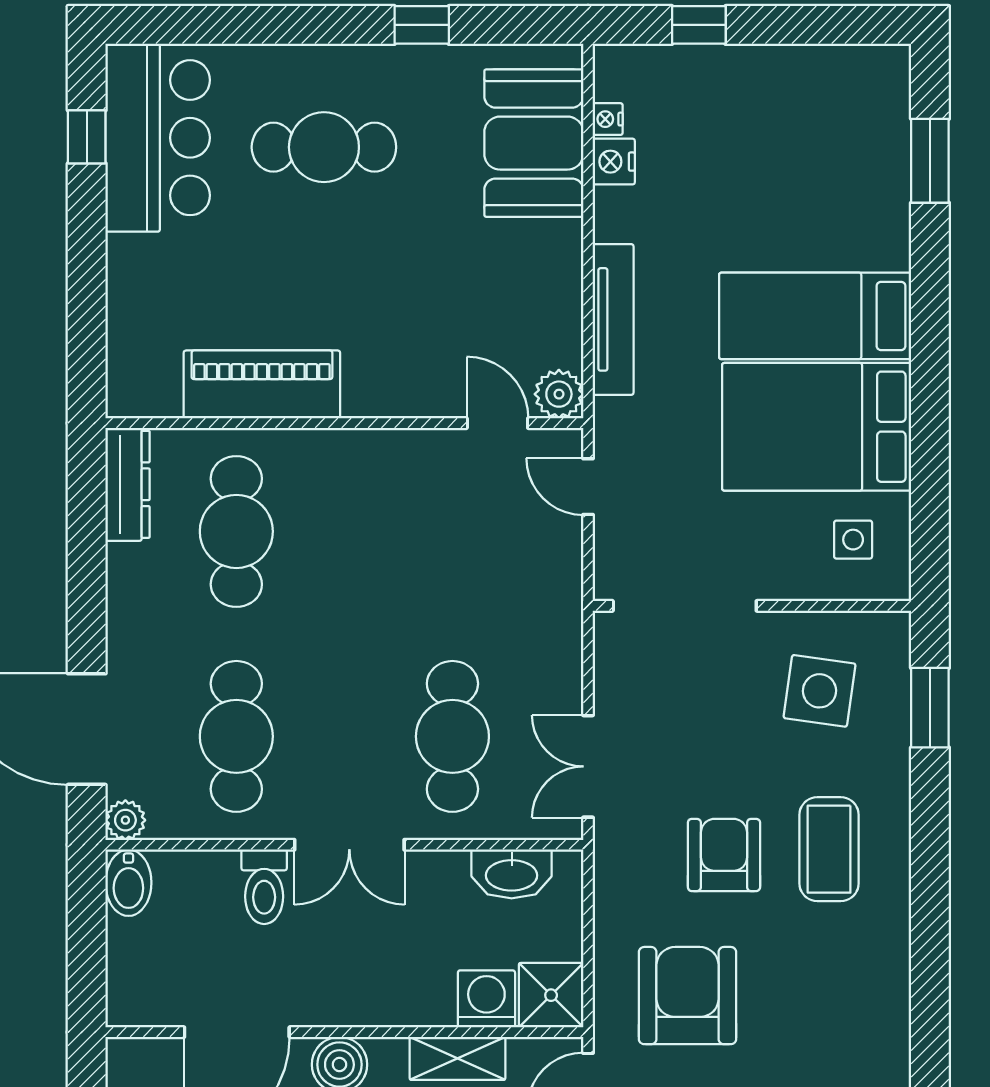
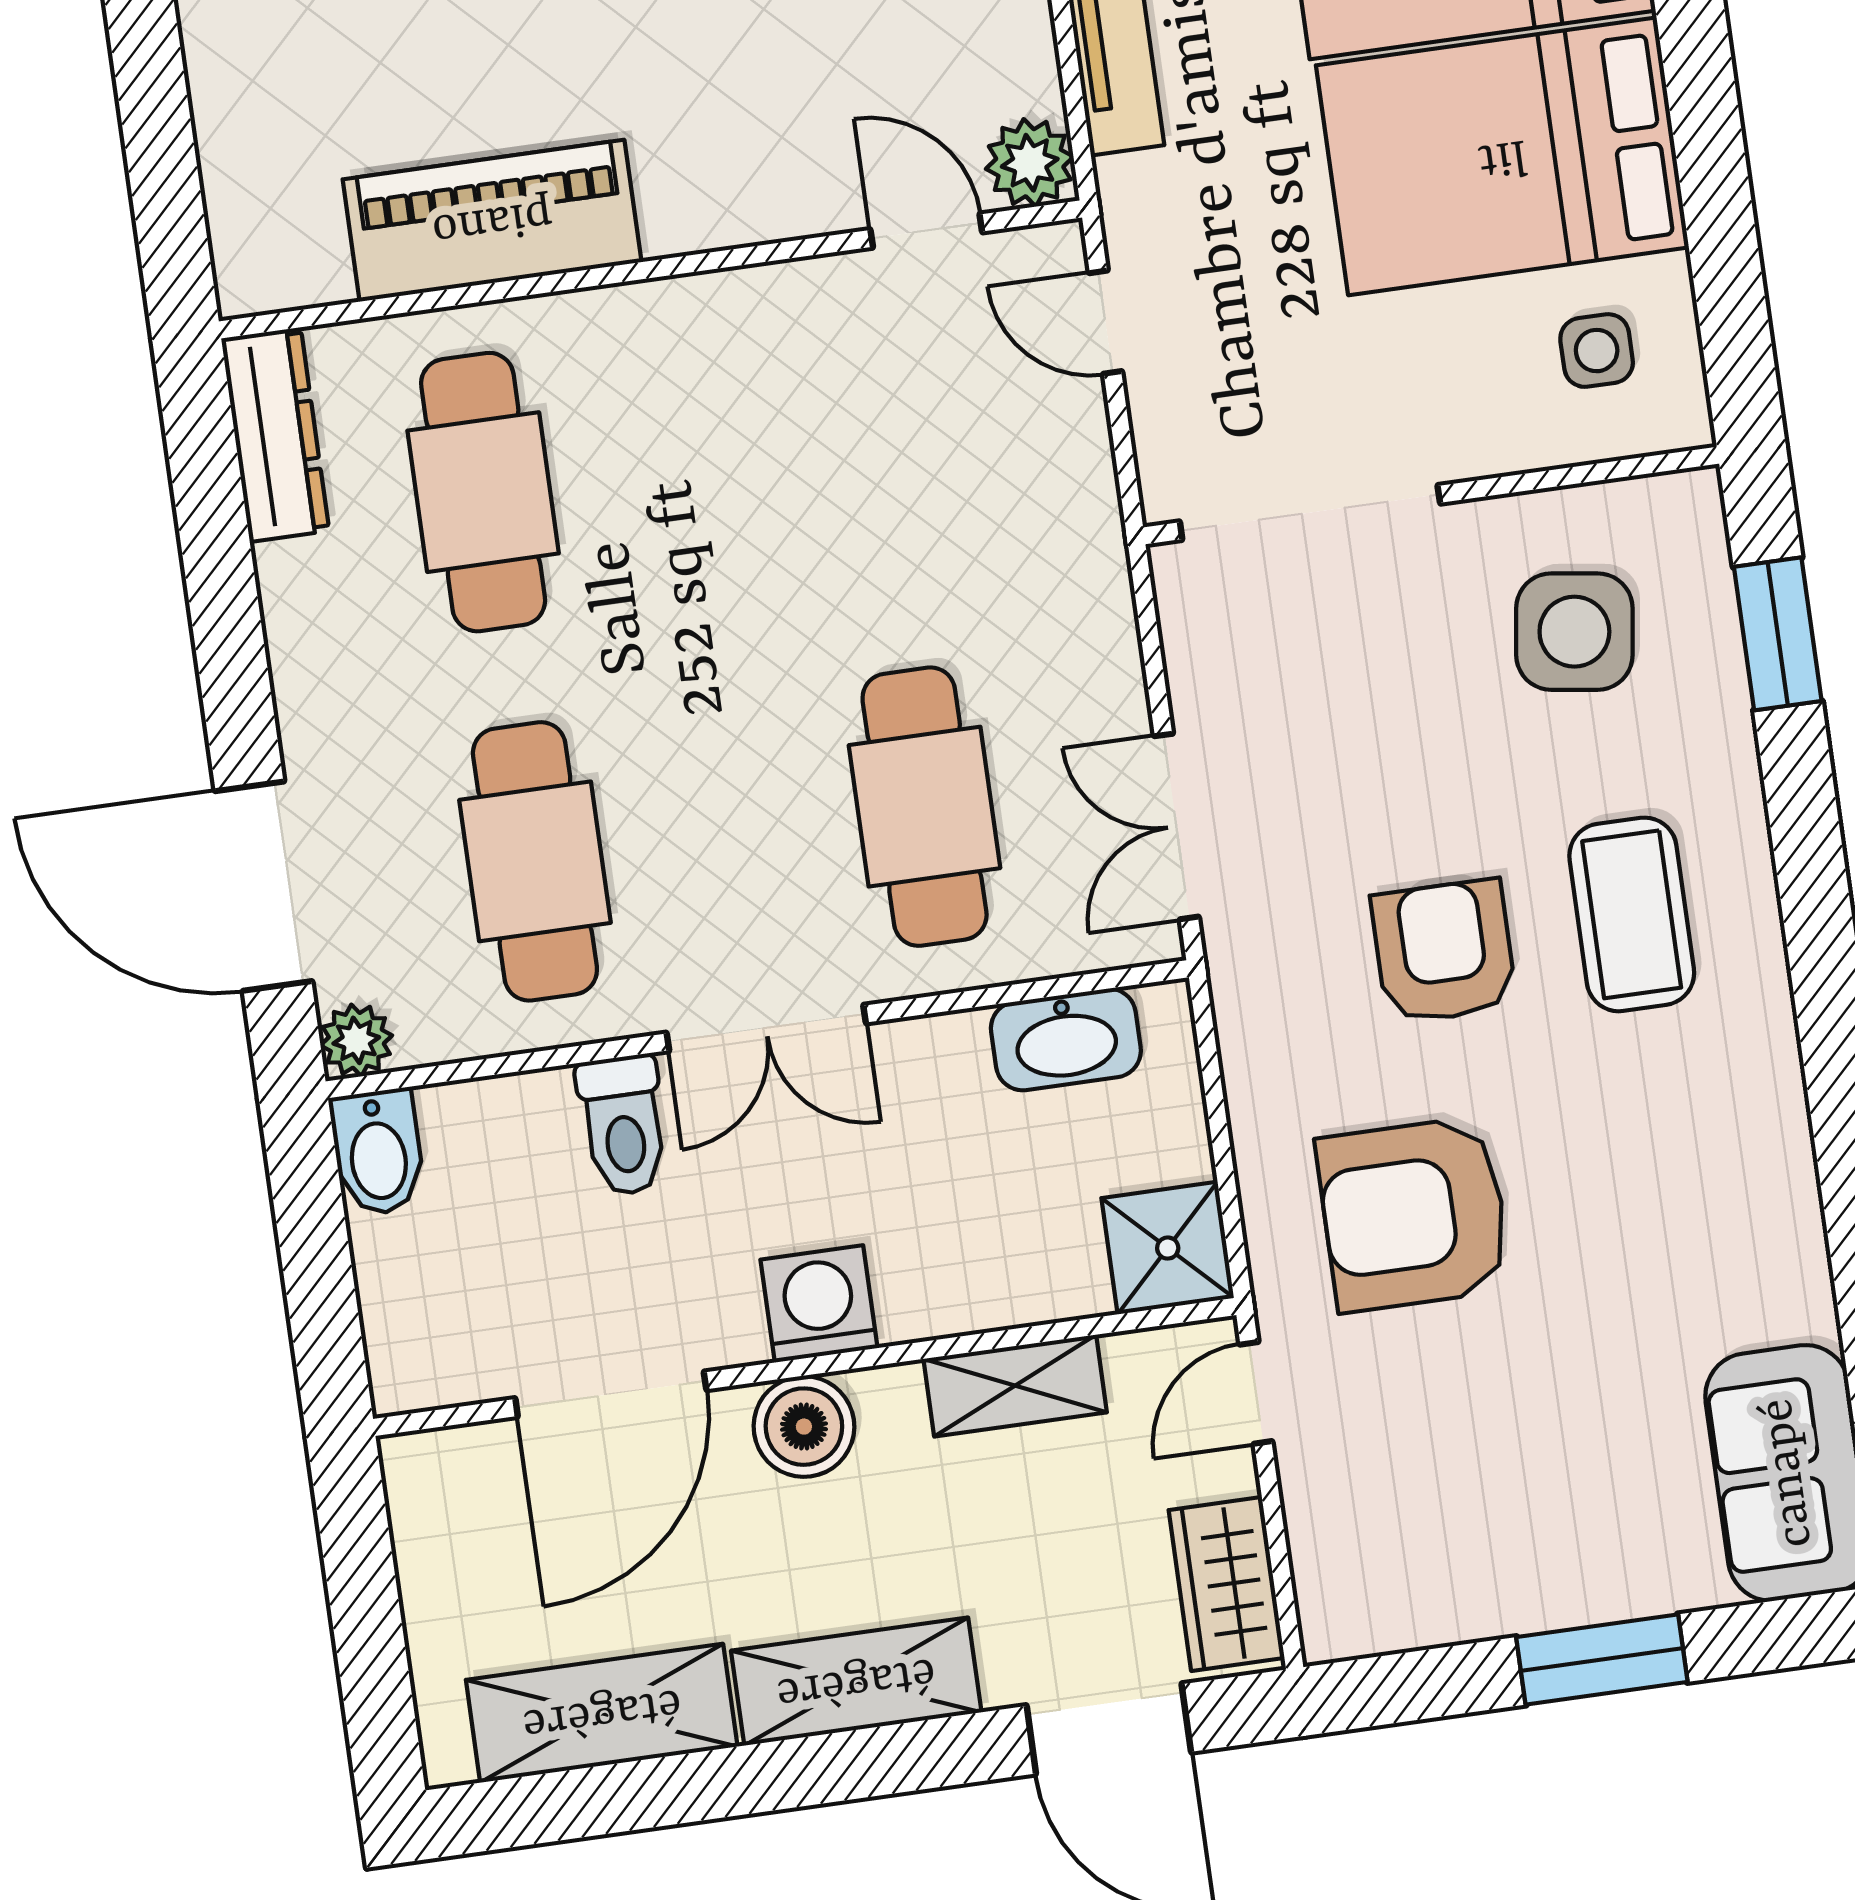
armchair: (688, 996) -> (1414, 1214), turned -90
washing machine: (486, 999) -> (819, 1304), moved

